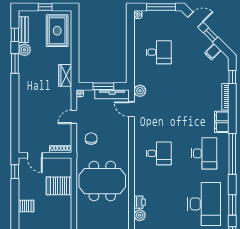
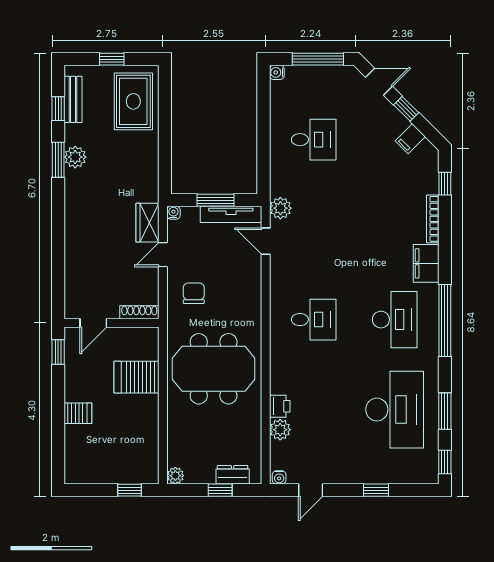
plant: (25, 50) -> (75, 157), moved
wardrobe: (65, 75) -> (147, 223), moved
door: (35, 155) -> (93, 323), hinge flipped

